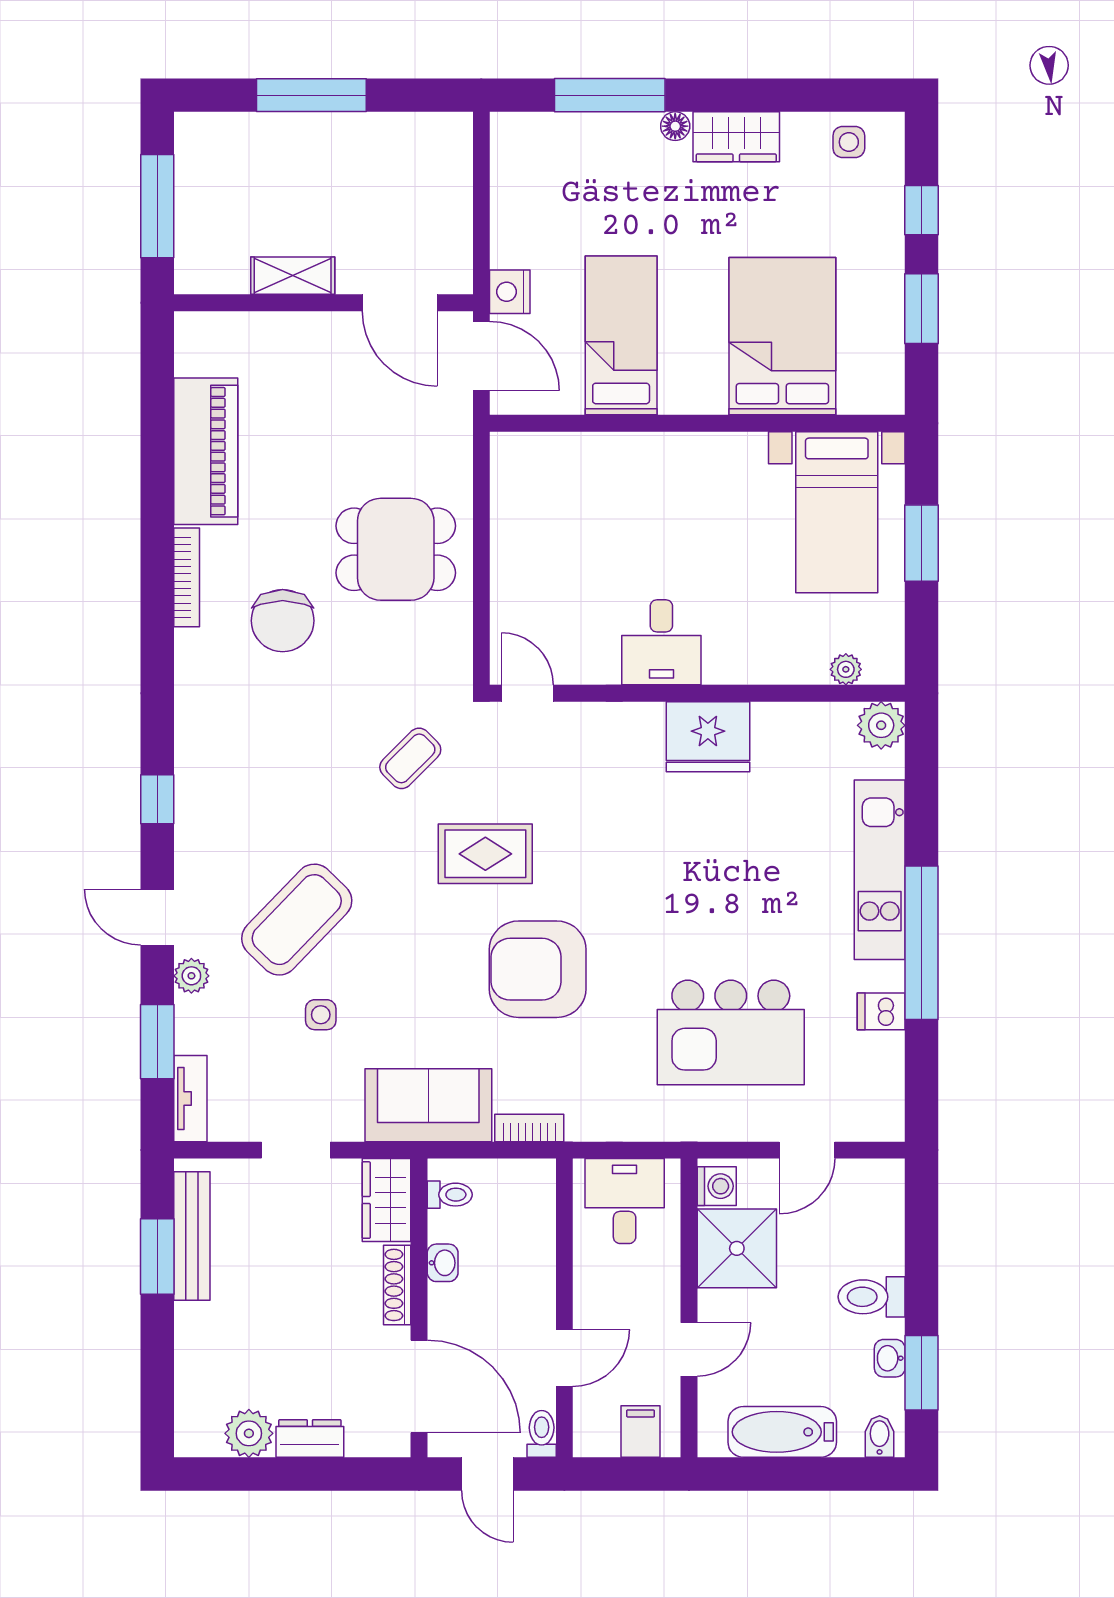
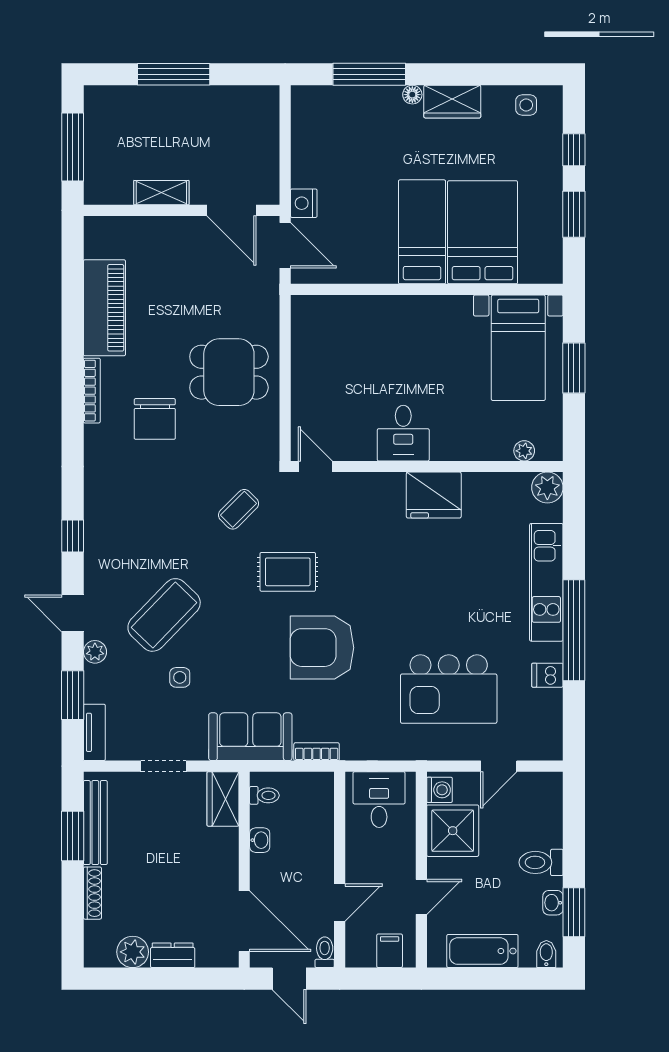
bed: (621, 335) -> (422, 232), moved
shoe rack: (397, 1285) -> (92, 893), moved, turned 180

